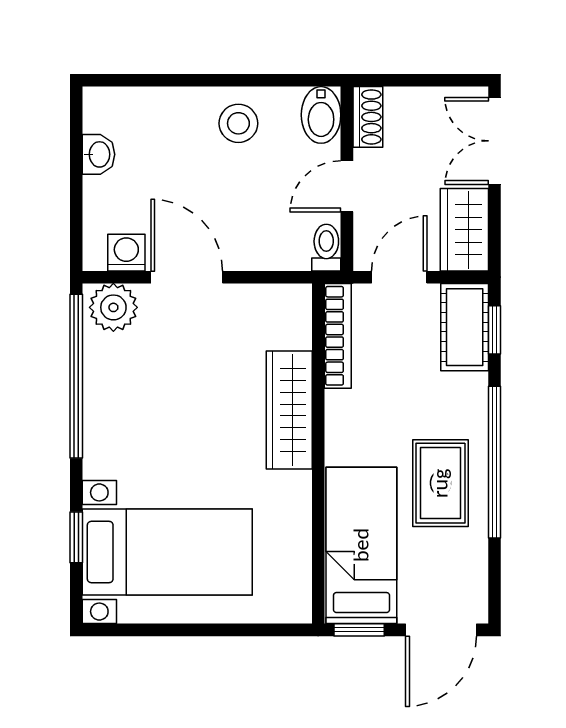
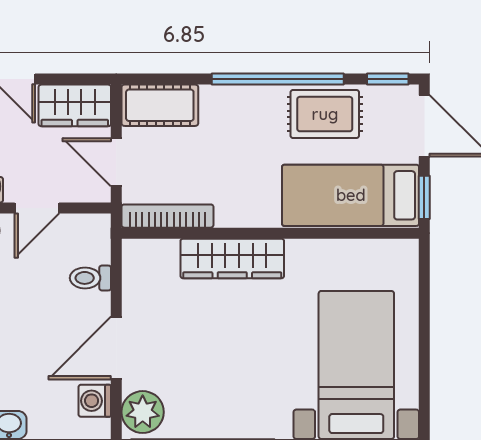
door: (347, 186) -> (37, 208), hinge flipped
toilet: (326, 248) -> (90, 278), moved
window: (495, 330) -> (388, 79), moved
rug: (440, 483) -> (325, 114), moved

